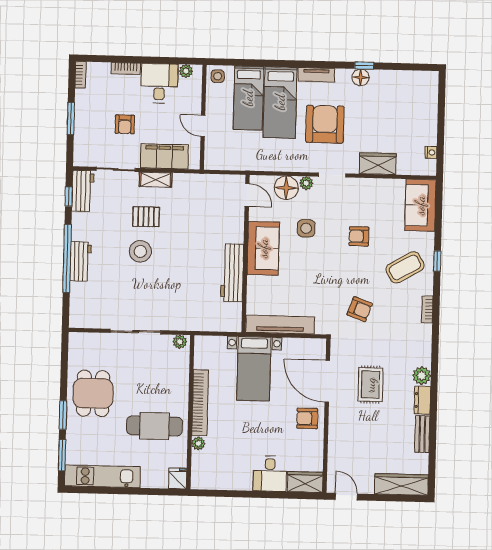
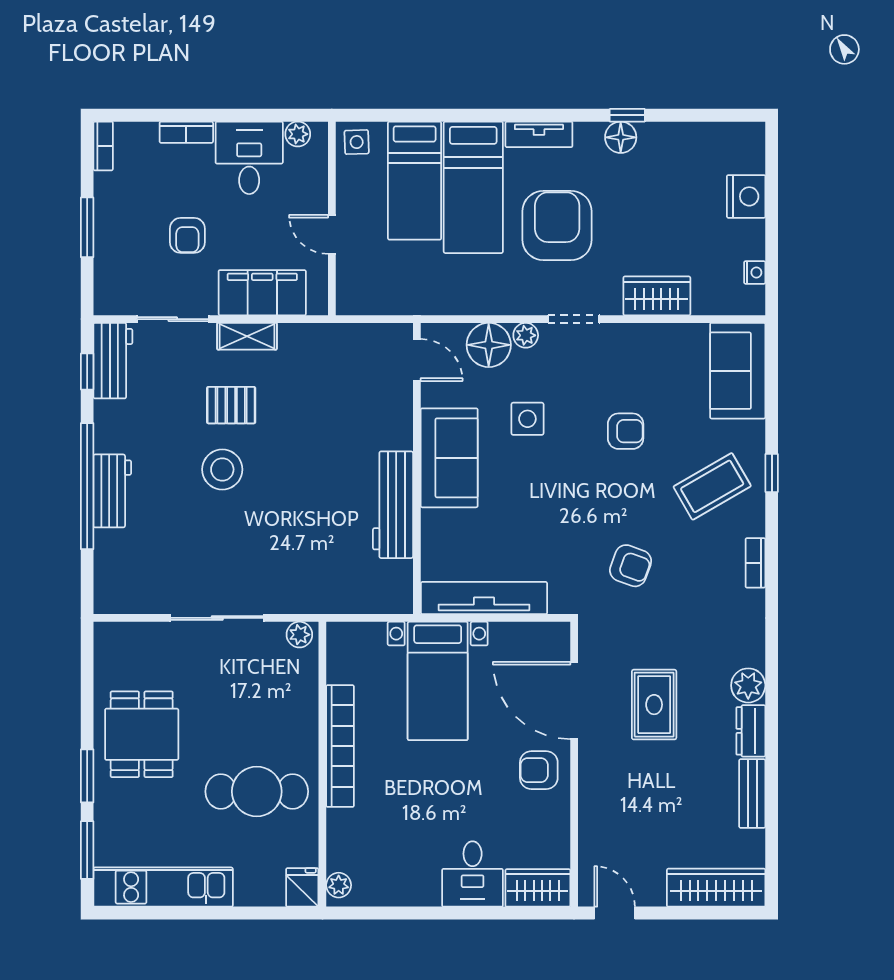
nightstand: (427, 111) -> (746, 196), added
armchair: (359, 236) -> (626, 431), turned 180
plant: (198, 444) -> (339, 885), moved

